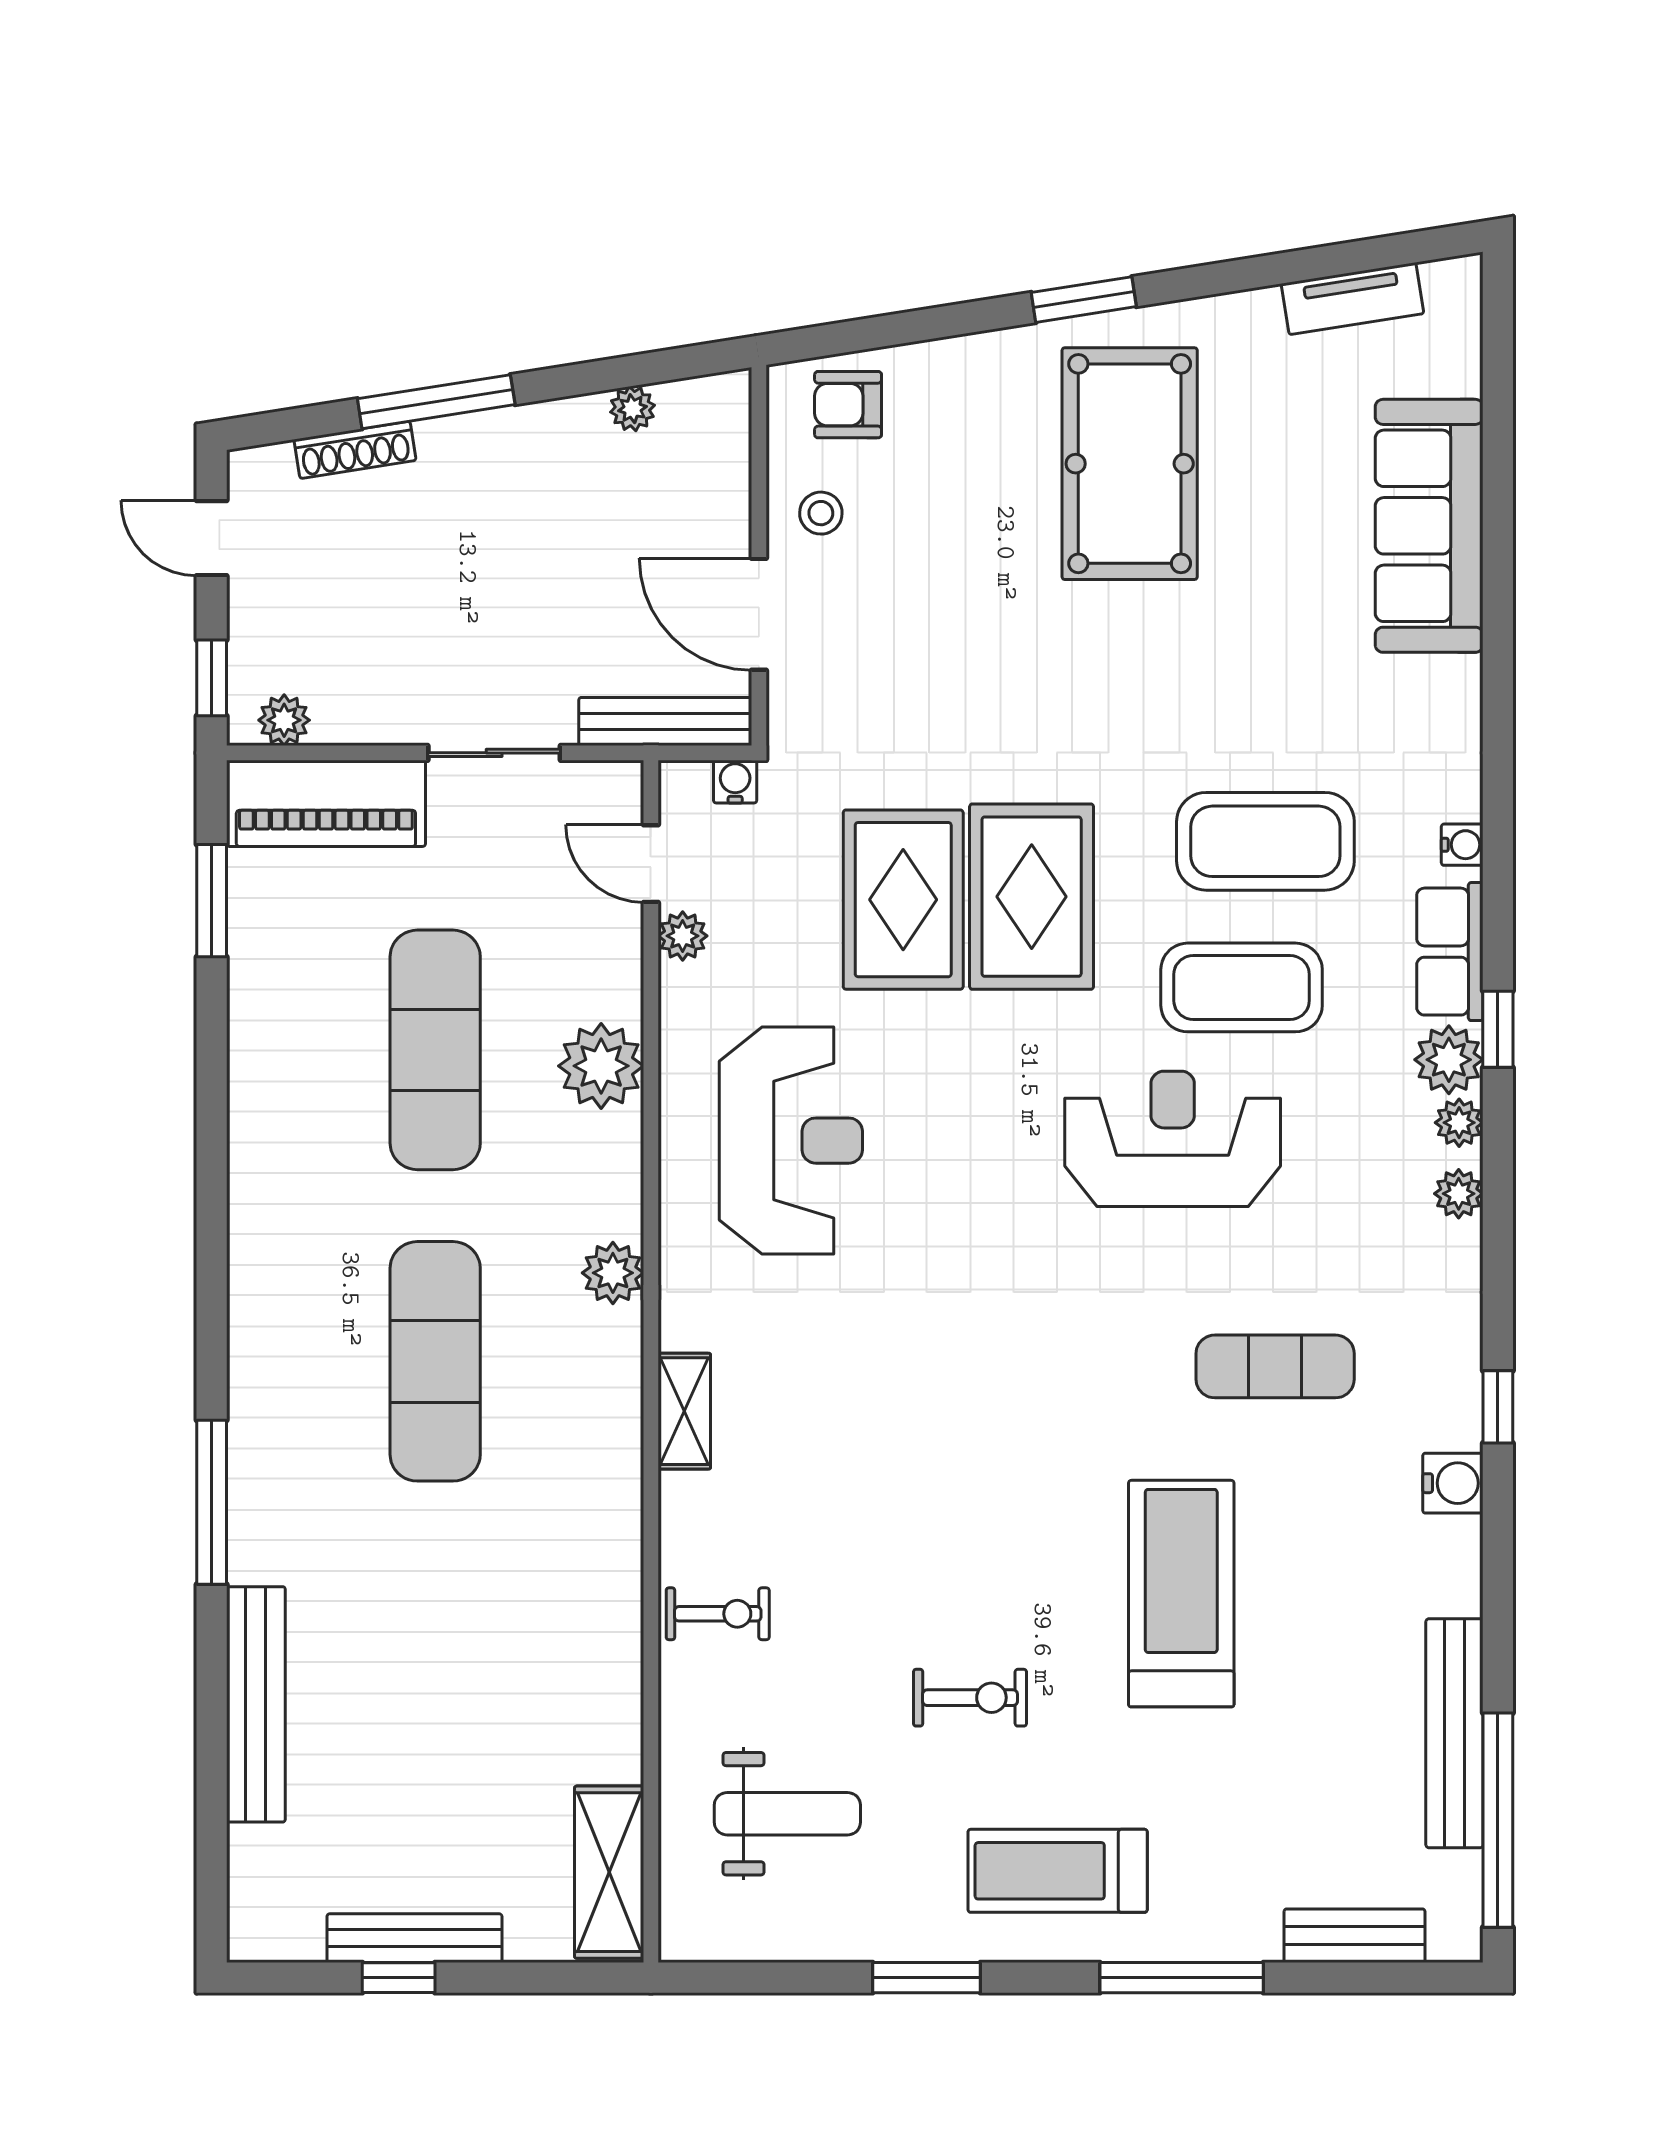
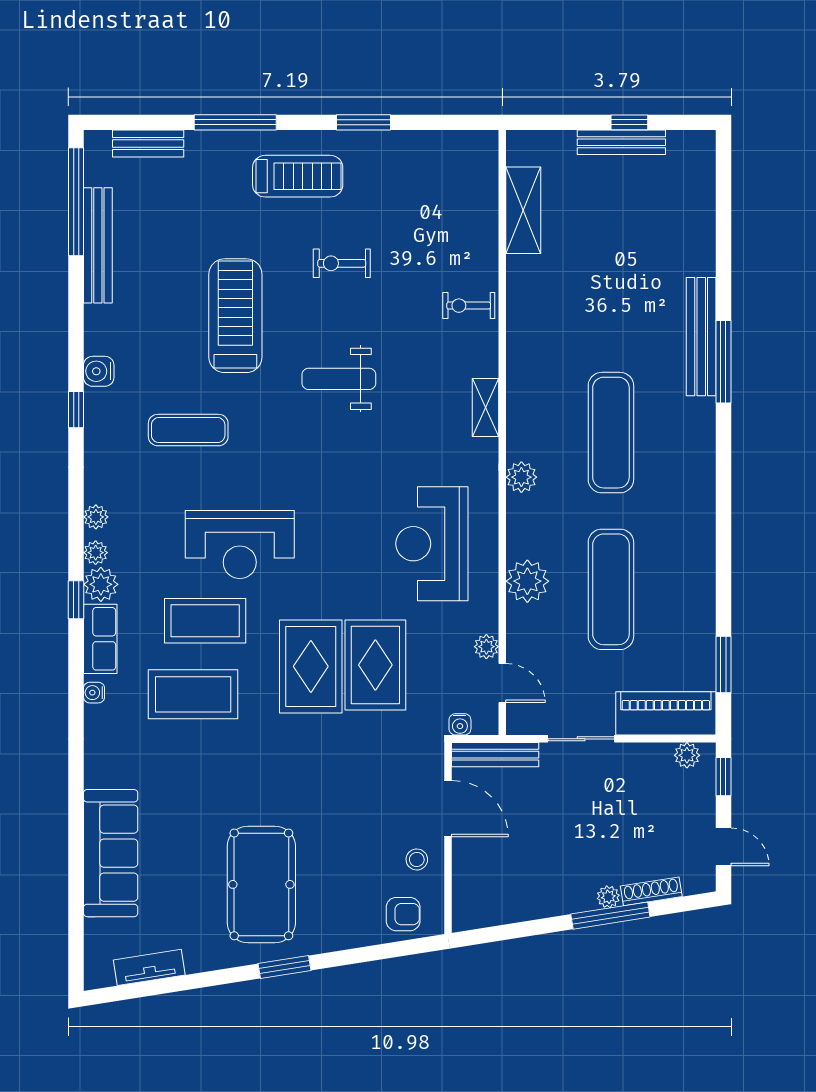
plant: (632, 409) -> (608, 897), moved
treadmill: (1181, 1594) -> (235, 316), turned 180
bench: (256, 1704) -> (701, 337), moved
weight bench: (787, 1814) -> (339, 379), moved
shelving: (609, 1872) -> (523, 210), moved

